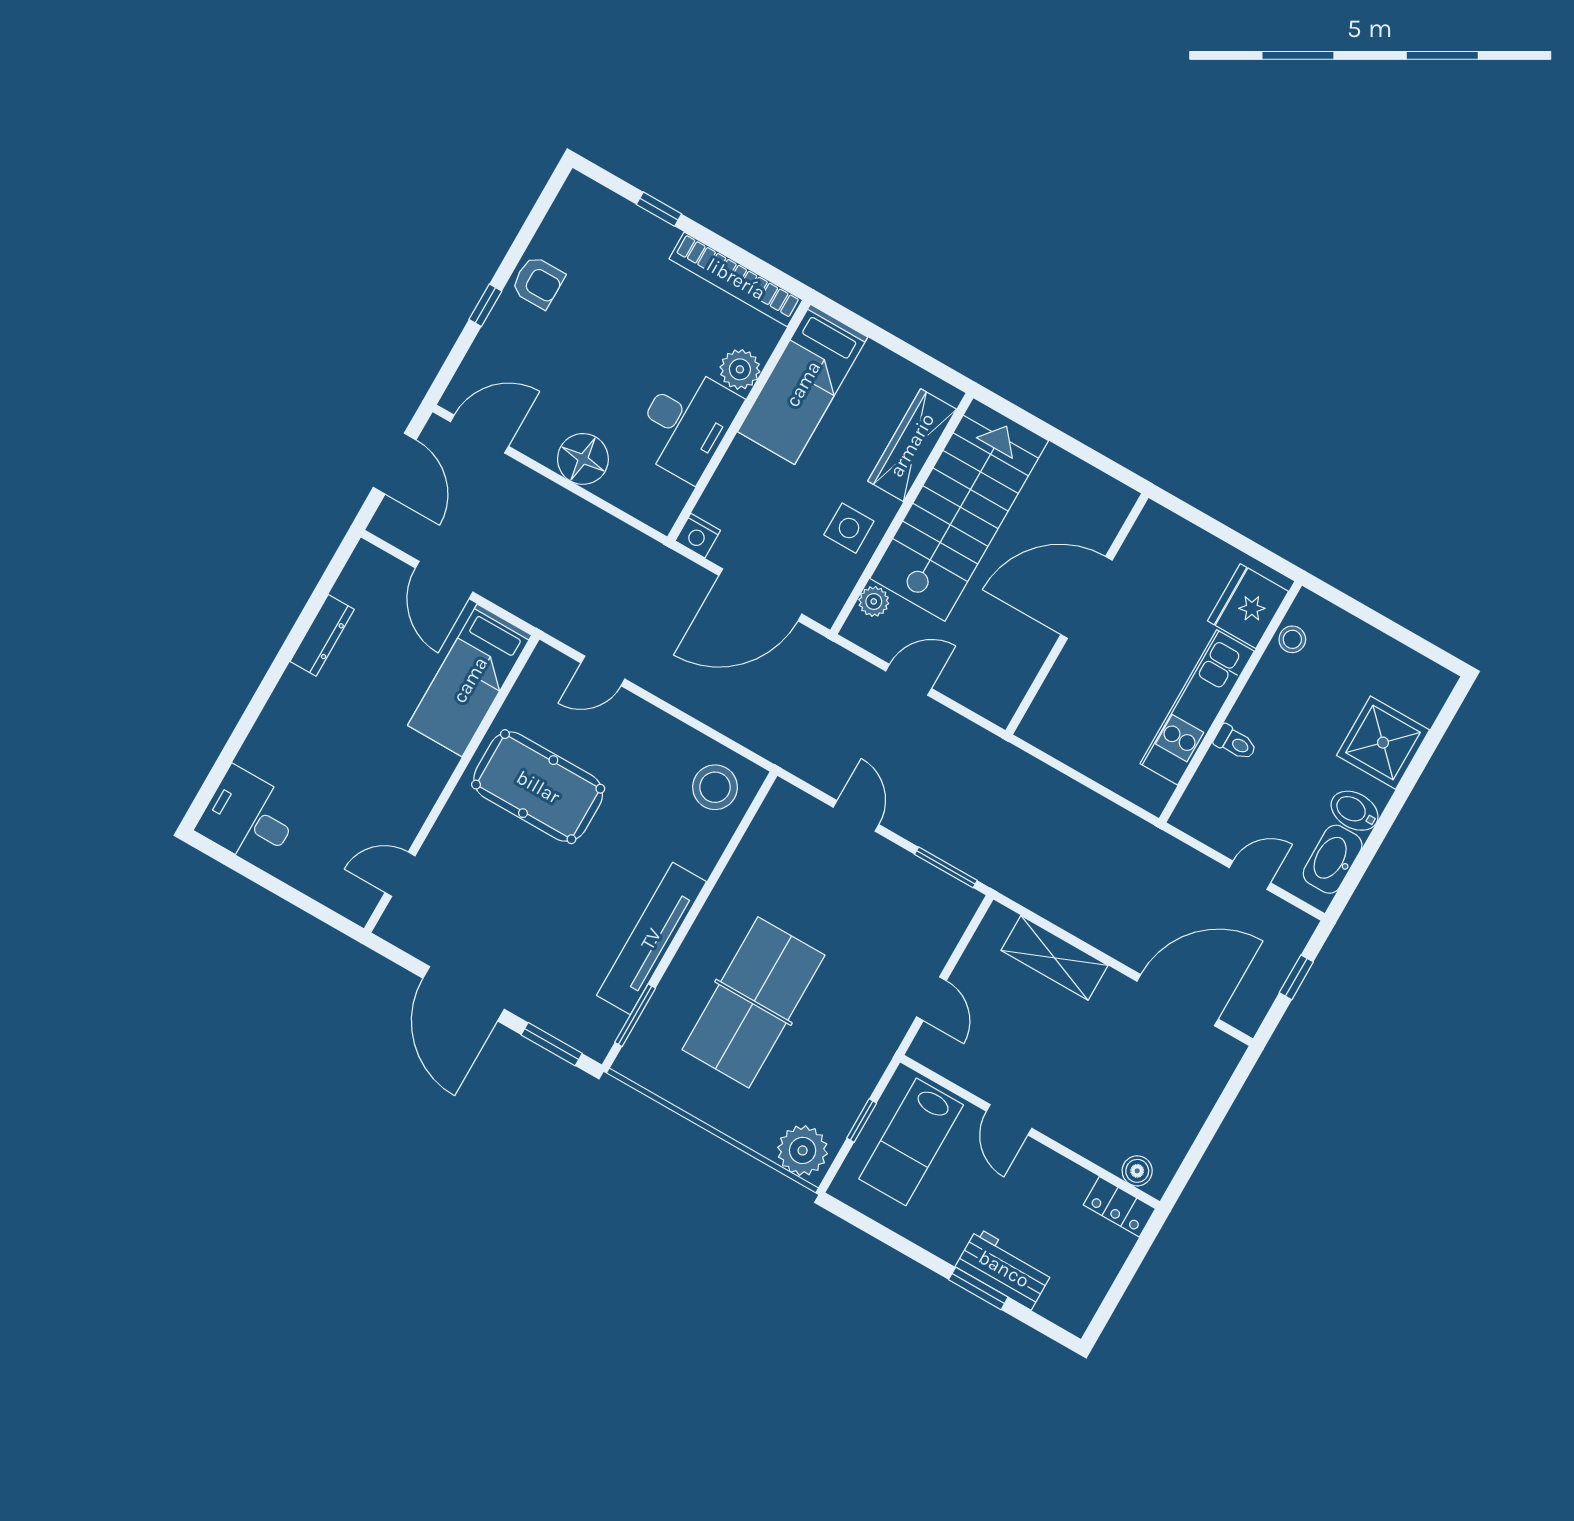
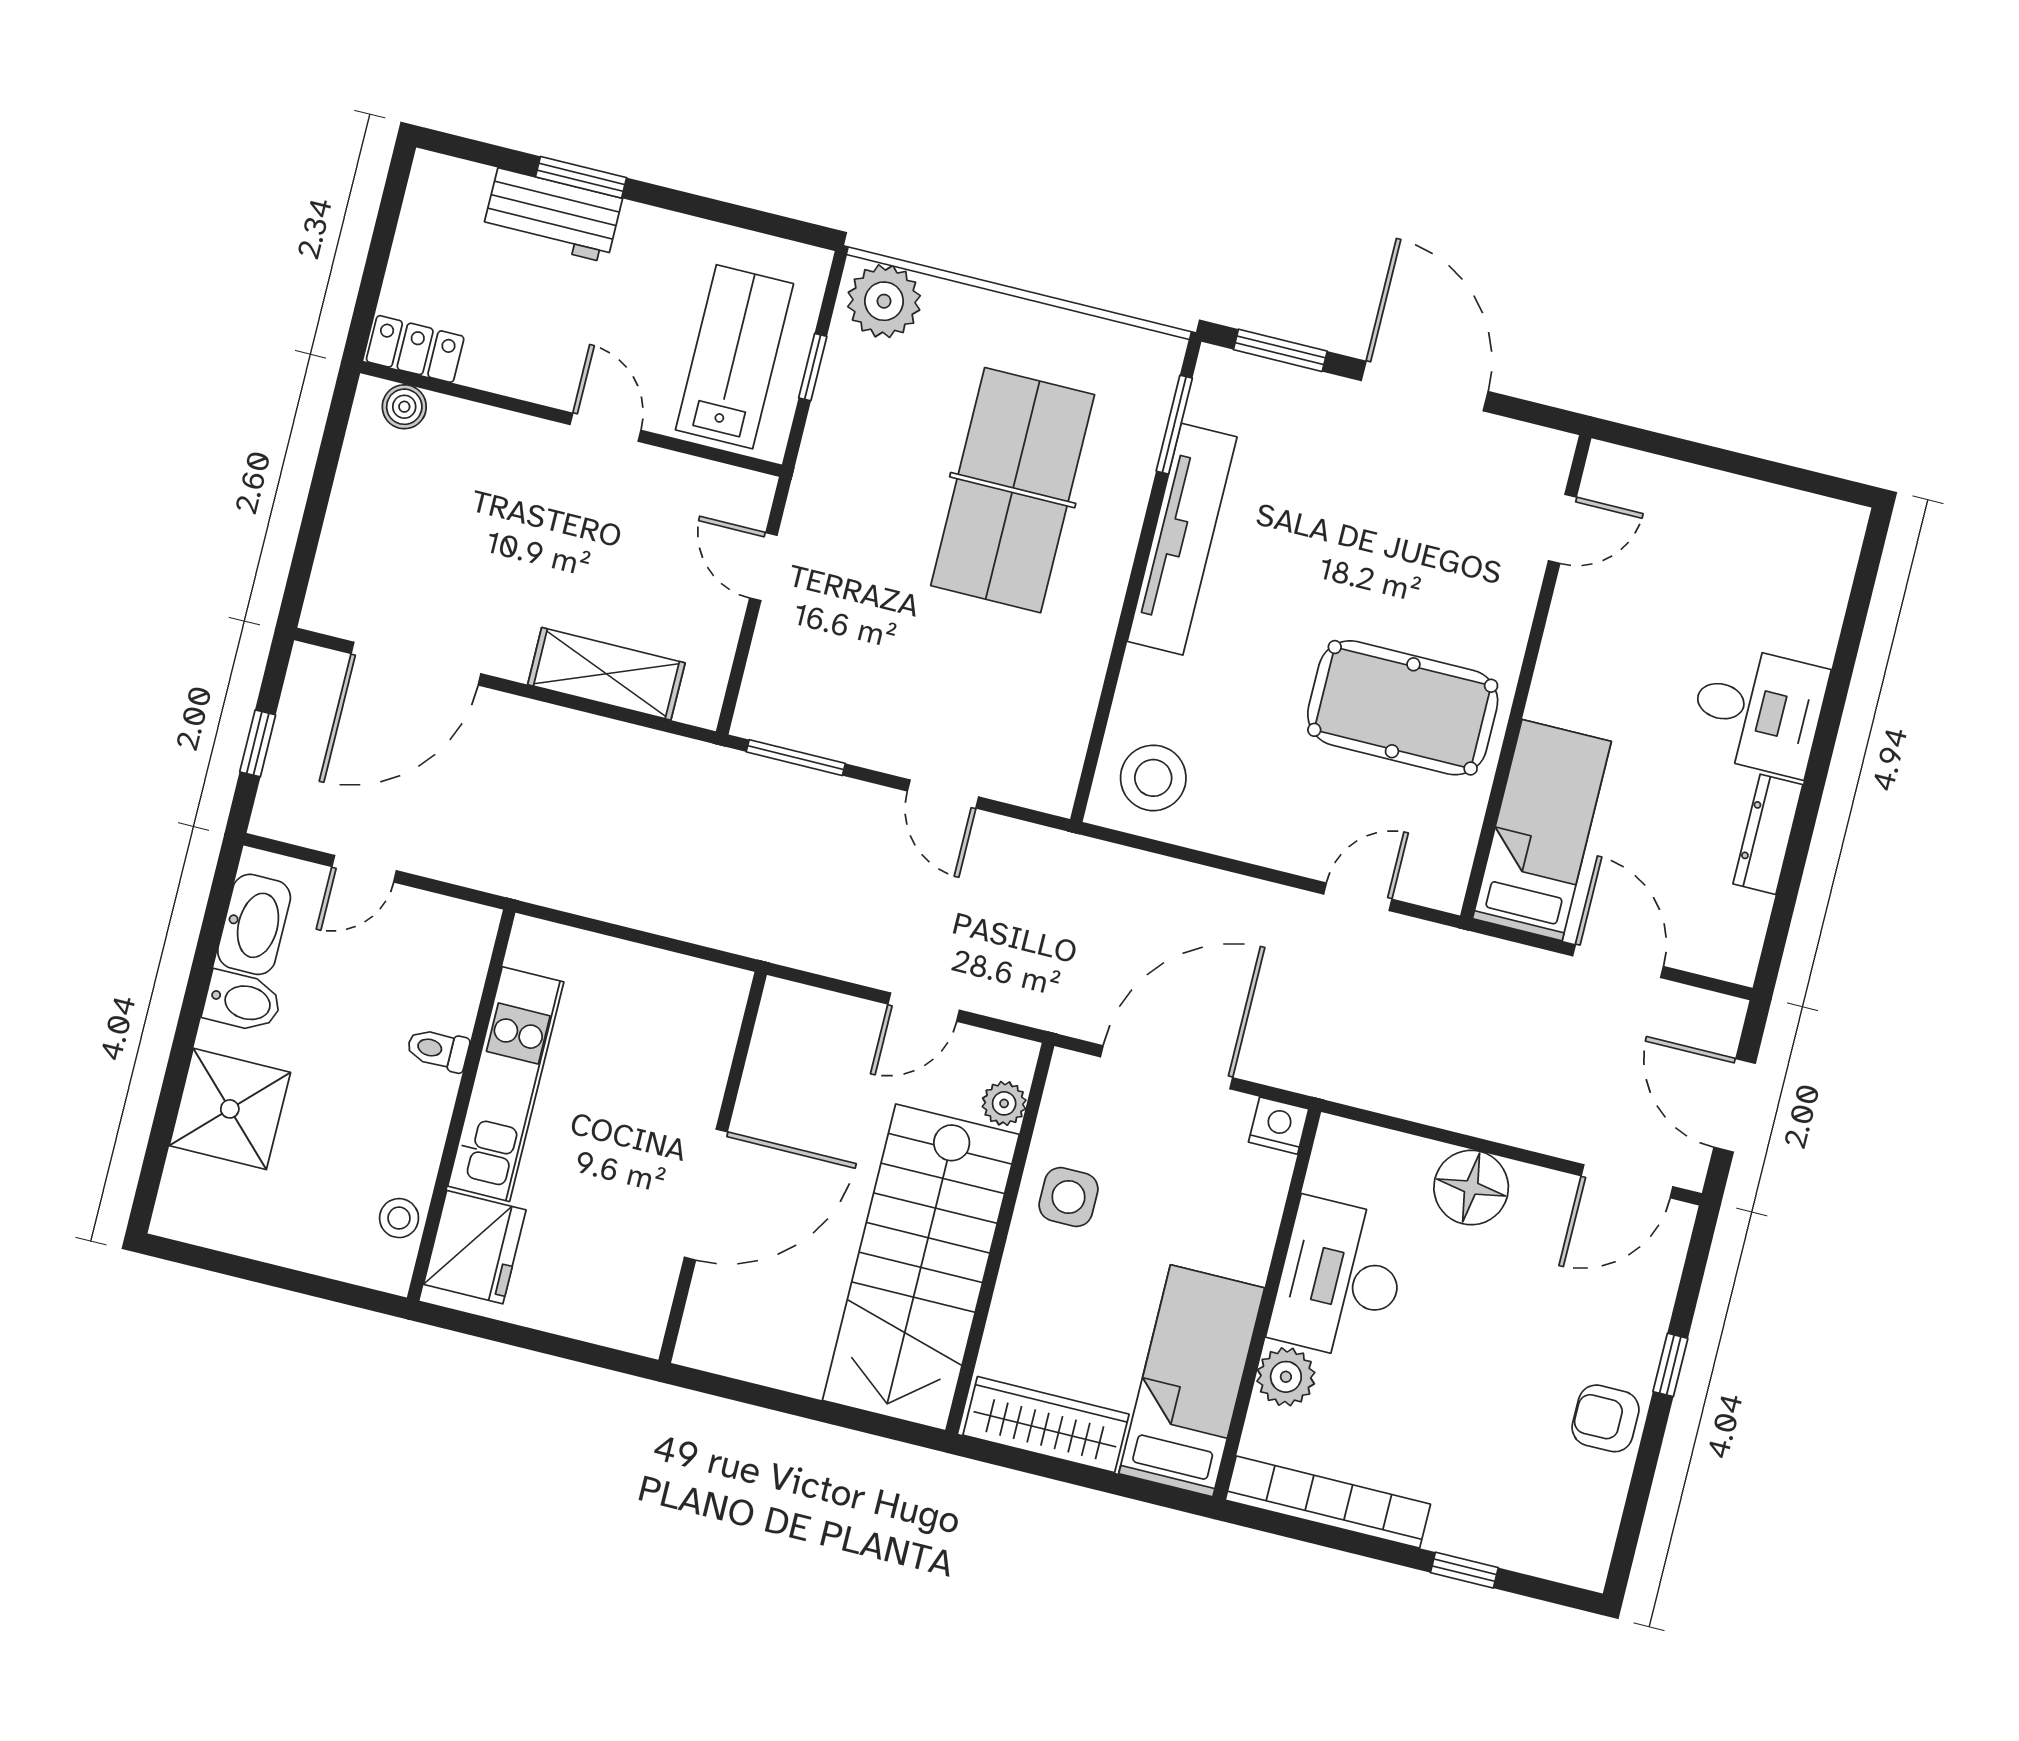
wardrobe: (912, 445) -> (1046, 1425), moved, turned -90
desk: (249, 817) -> (1758, 710), moved

